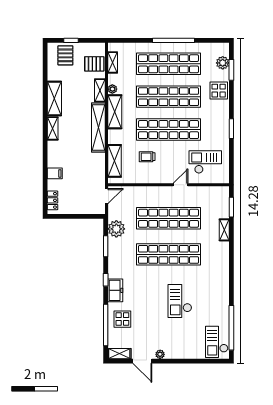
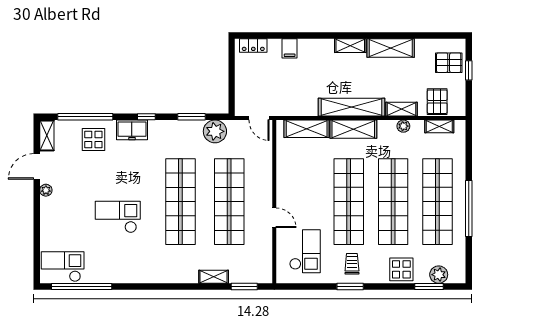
shelving: (115, 112) -> (353, 129), moved
trolley: (147, 157) -> (352, 264), moved

